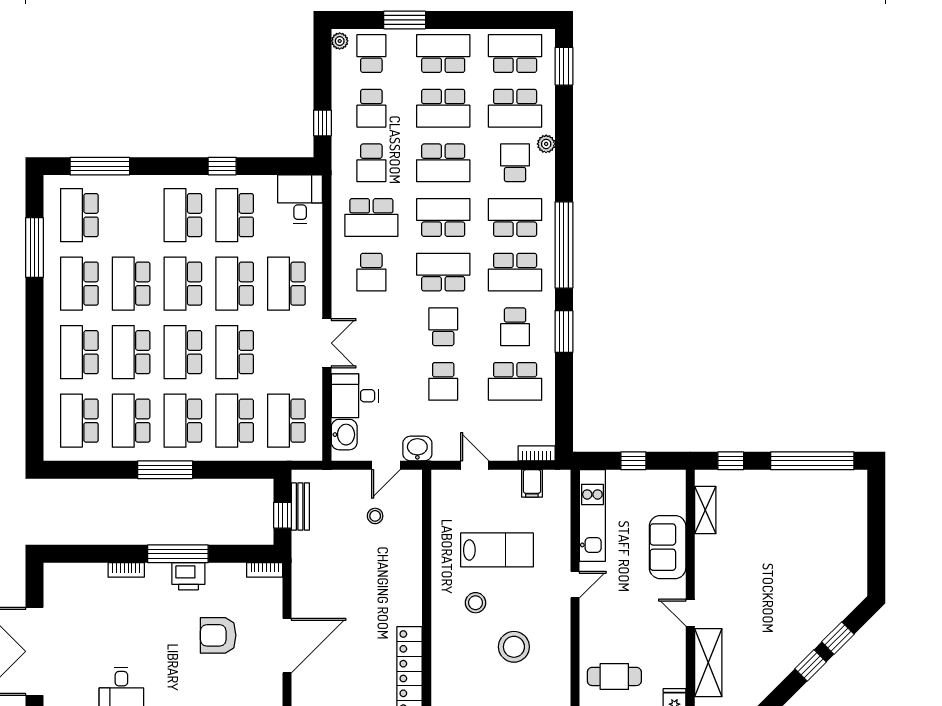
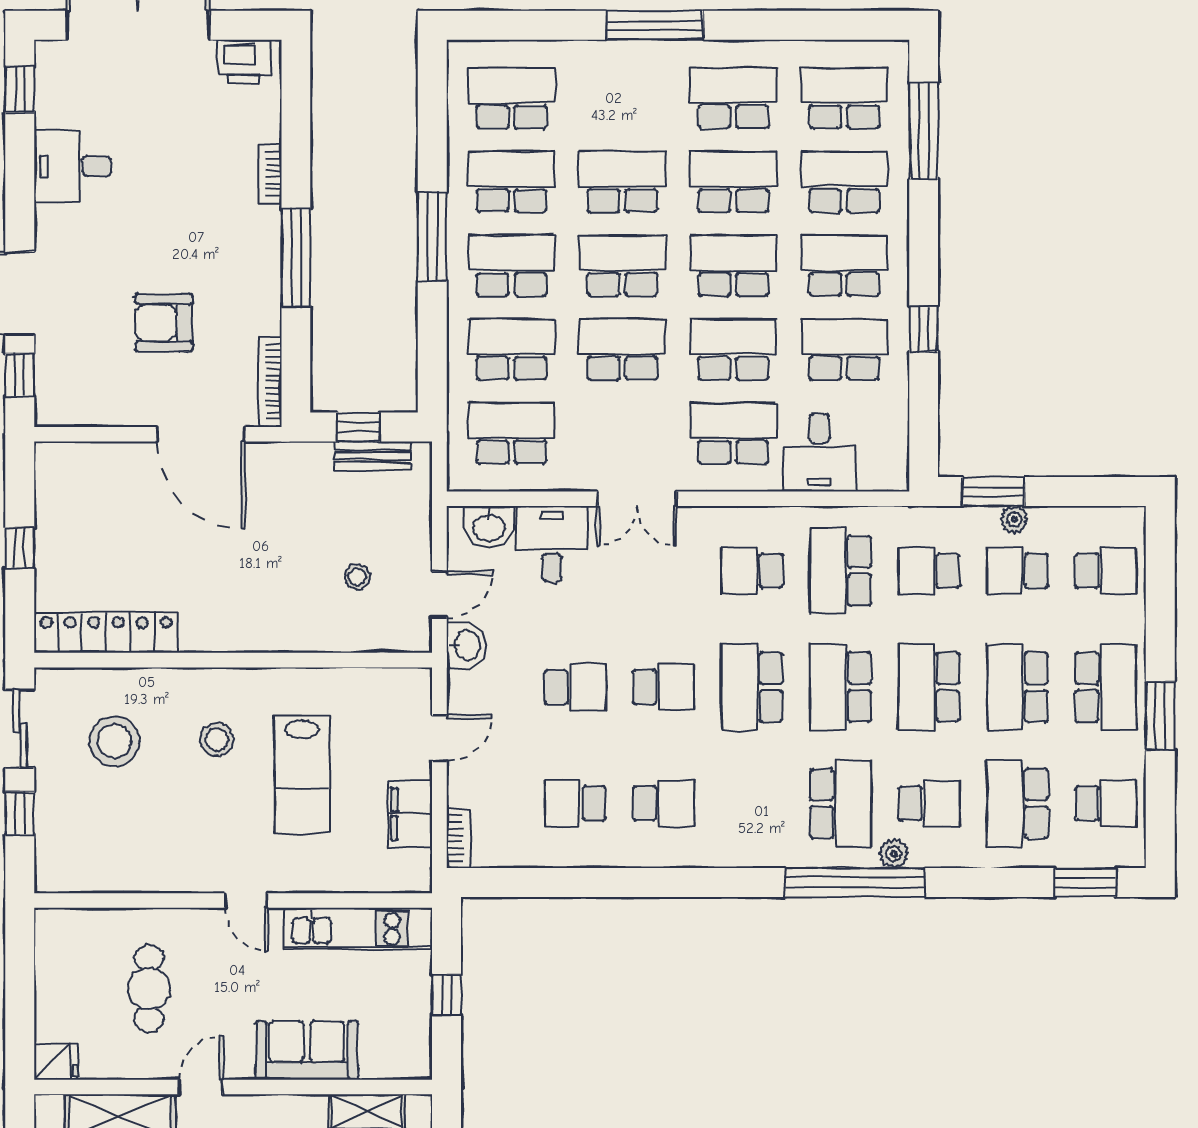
window: (405, 20) -> (1160, 716), moved
plant: (340, 41) -> (1014, 519), moved
school desk: (515, 54) -> (1106, 803), width x0.54
window: (322, 123) -> (993, 492), width x1.50
plant: (546, 144) -> (894, 854), moved
desk: (300, 199) -> (819, 453), moved, turned 90
school desk: (443, 217) -> (840, 687), turned 180
window: (564, 245) -> (855, 883), moved
window: (34, 247) -> (655, 25), moved
school desk: (443, 272) -> (752, 687), turned 180
school desk: (515, 272) -> (752, 803), removed
school desk: (515, 327) -> (664, 803), turned 180
window: (564, 332) -> (656, 883), removed
school desk: (79, 352) -> (844, 182), moved
school desk: (443, 381) -> (575, 687), turned 180
school desk: (515, 381) -> (575, 803), width x0.54
door: (386, 465) -> (439, 594), swing flipped
filing cabinet: (532, 483) -> (410, 814), width x2.00
bookcase: (265, 570) -> (270, 381), width x1.56
printer: (188, 576) -> (244, 62), moved, turned -90
armchair: (218, 635) -> (164, 323), turned -90
door: (287, 646) -> (201, 434), moved
stool: (514, 647) -> (114, 741), moved
cafe table: (614, 676) -> (149, 989), moved

